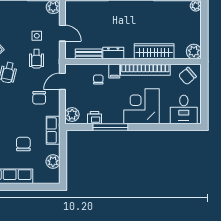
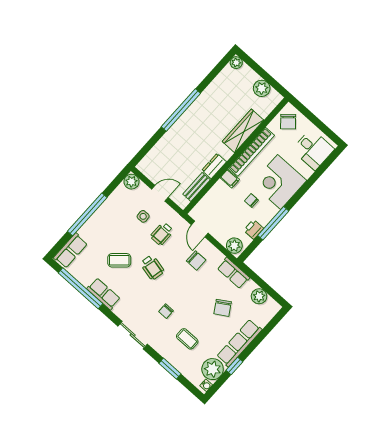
plant: (194, 52) -> (262, 88), moved
wheelchair: (37, 59) -> (162, 234), turned 90
chair: (98, 80) -> (252, 201), moved
chair: (23, 144) -> (223, 308), turned -122

